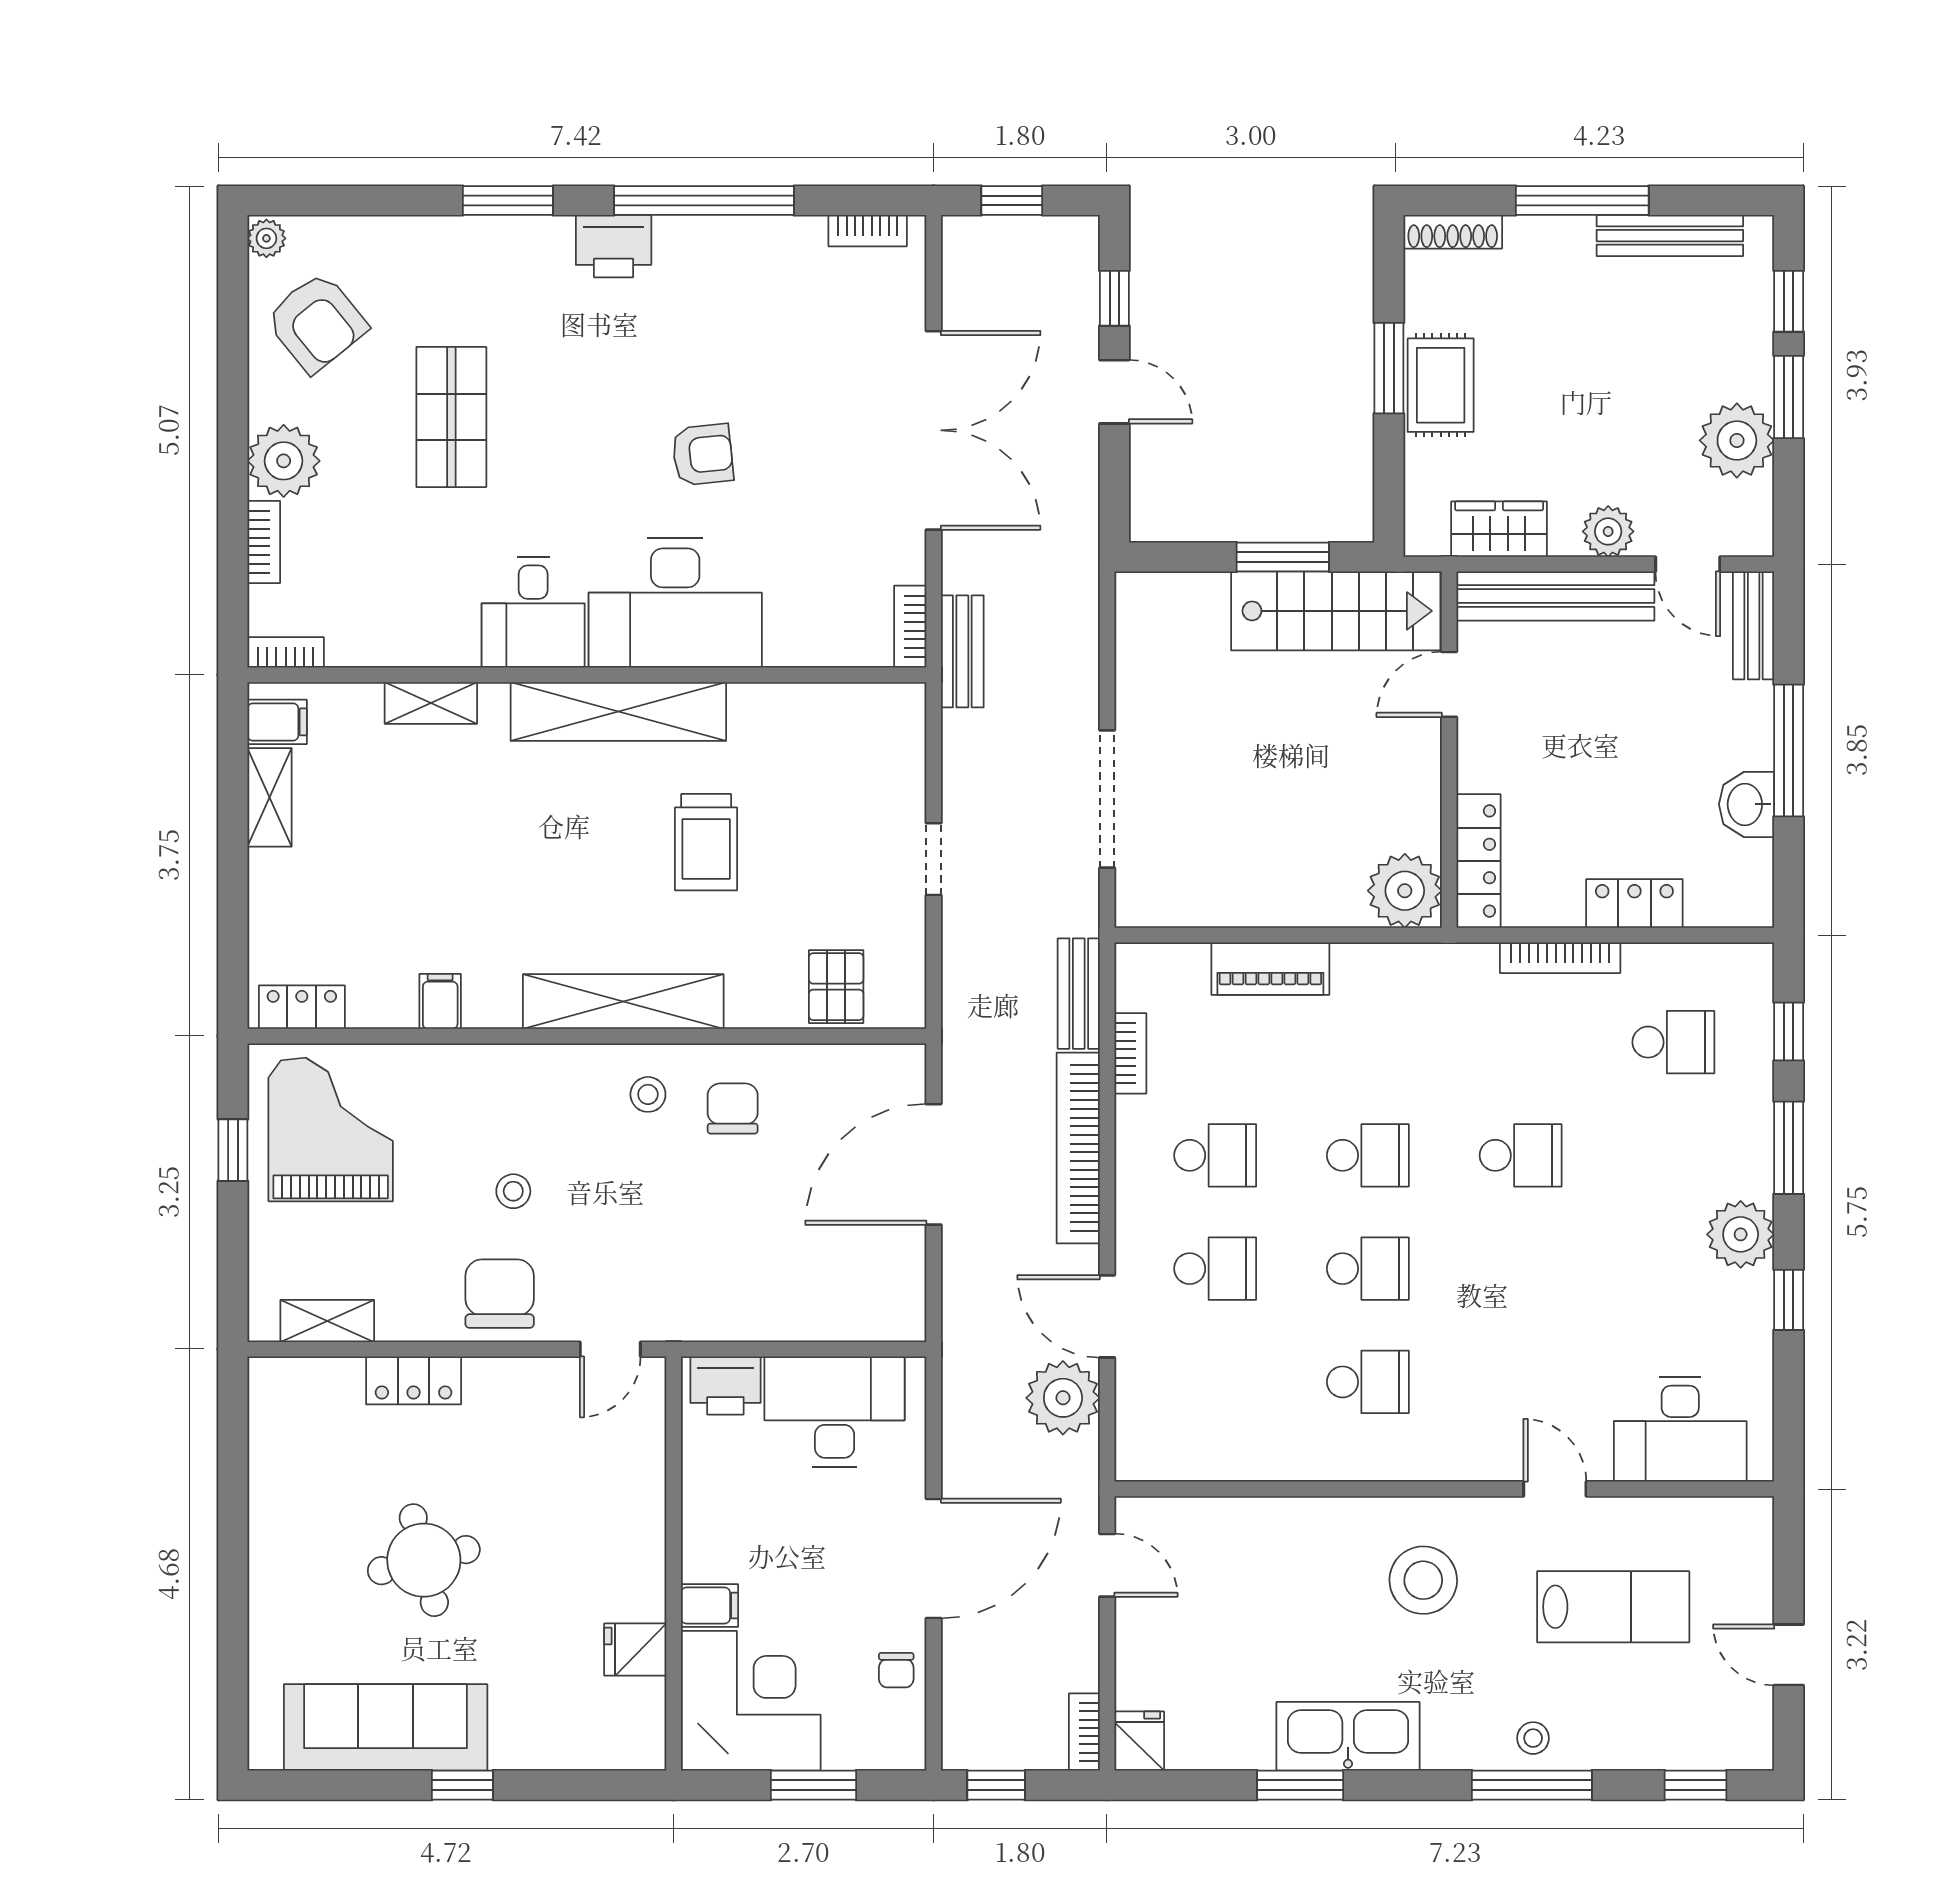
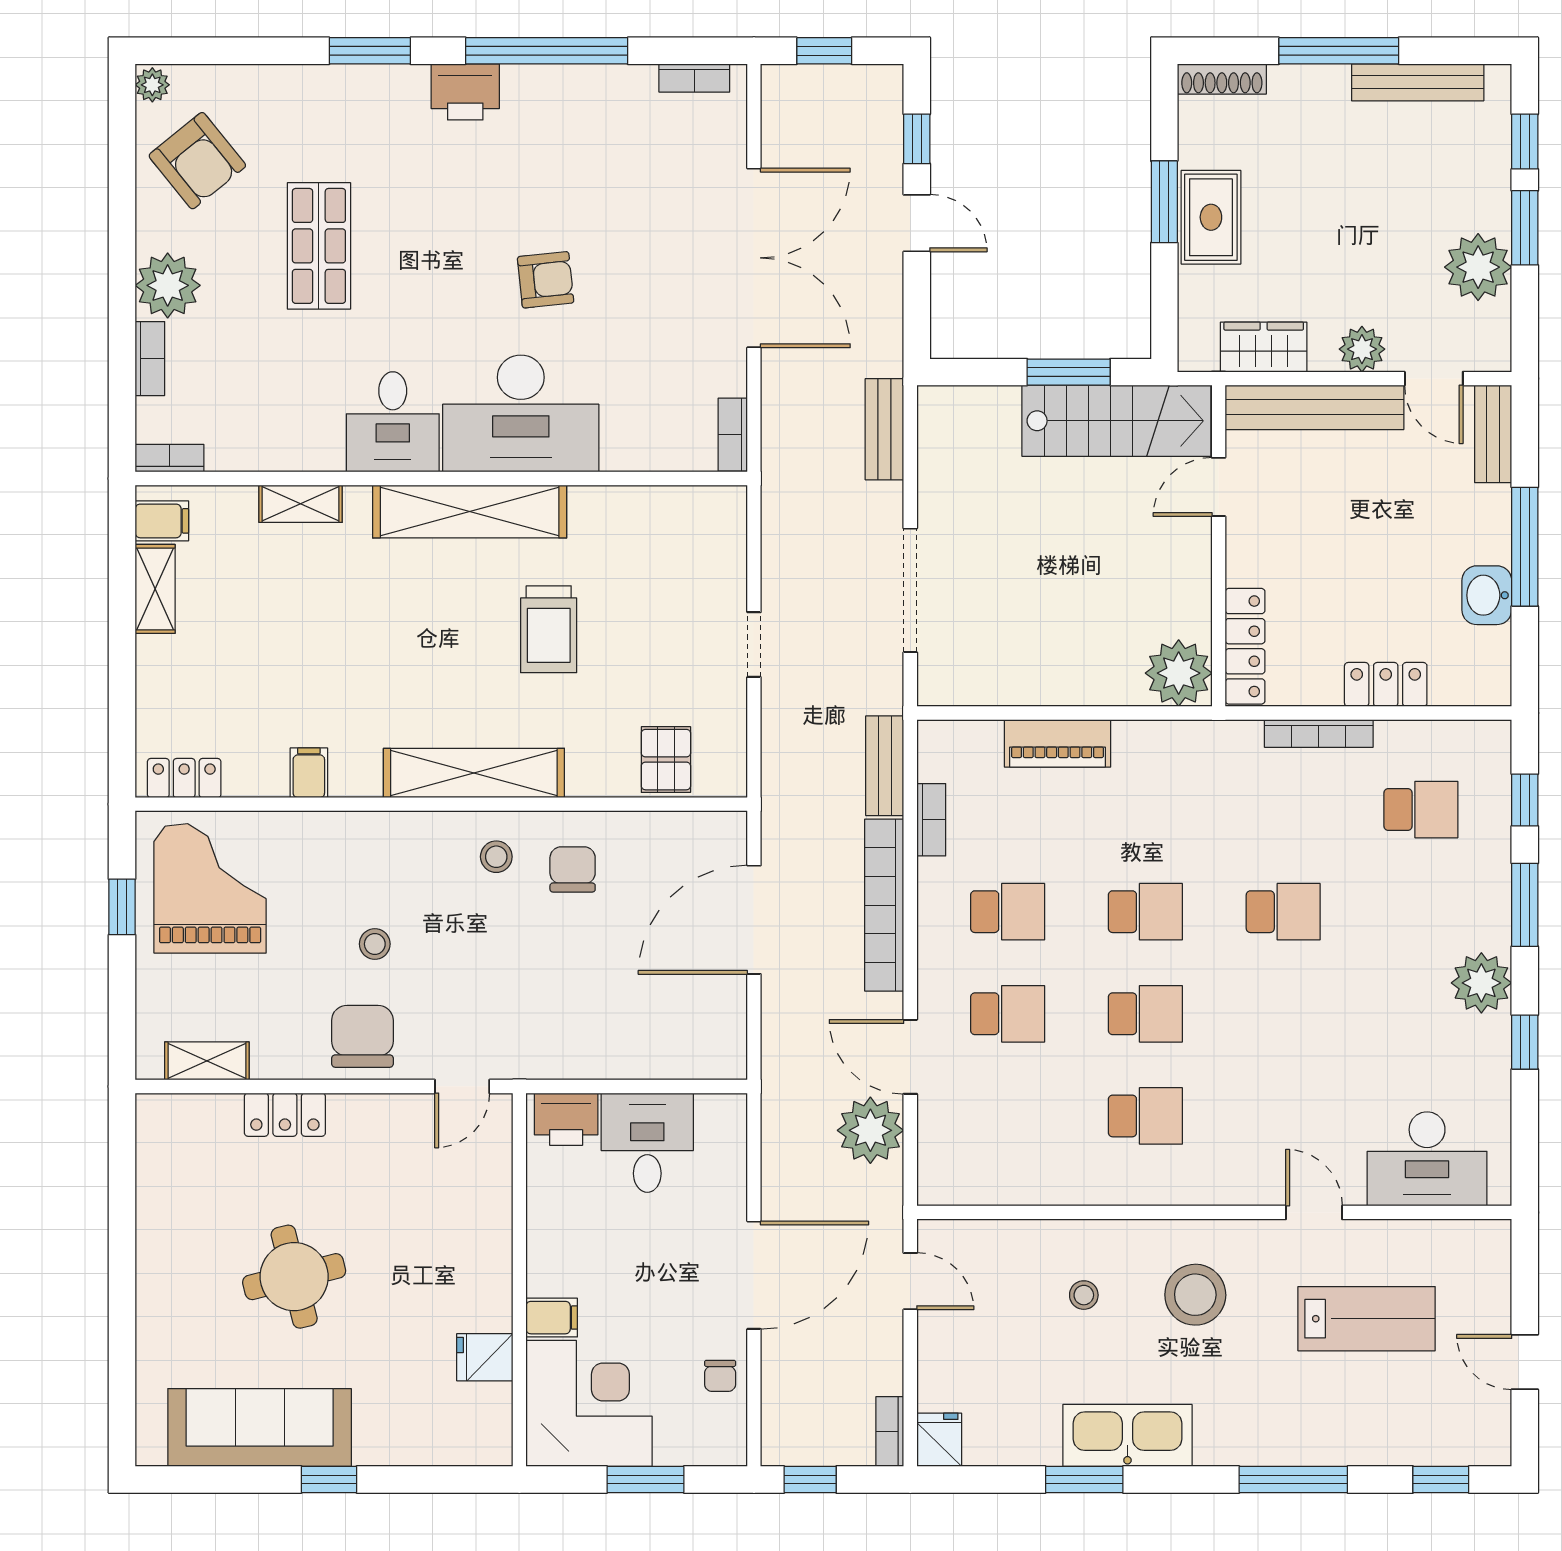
bench: (962, 651) -> (884, 429), moved
desk: (835, 1412) -> (647, 1143), width x0.73
stool: (1533, 1738) -> (1084, 1295), moved

